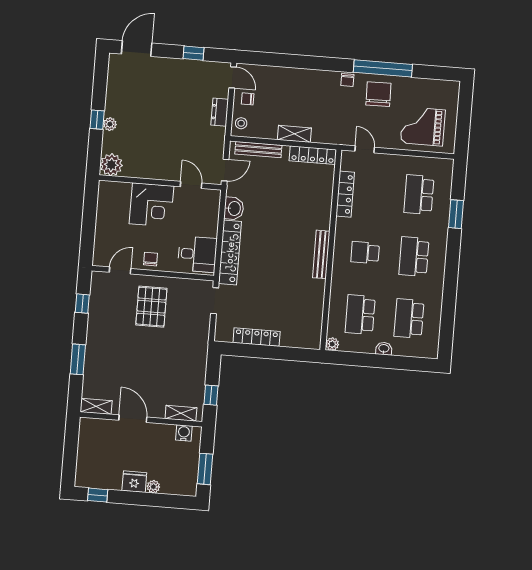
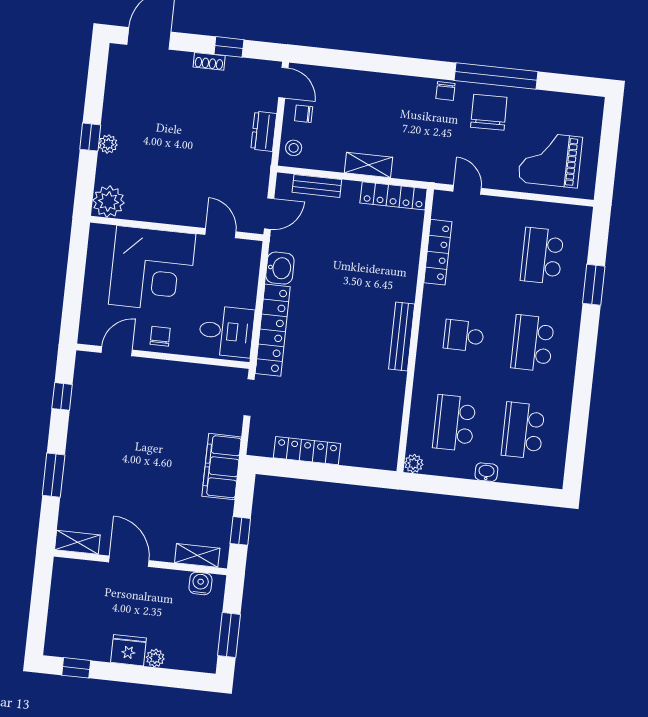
shoe rack: (180, 64) -> (209, 61), added
bench: (258, 150) -> (317, 186), width x0.73
corner desk: (151, 205) -> (152, 269), width x1.36, depth x1.36
pallet: (151, 307) -> (160, 404), removed
filing cabinet: (197, 350) -> (222, 467), added

